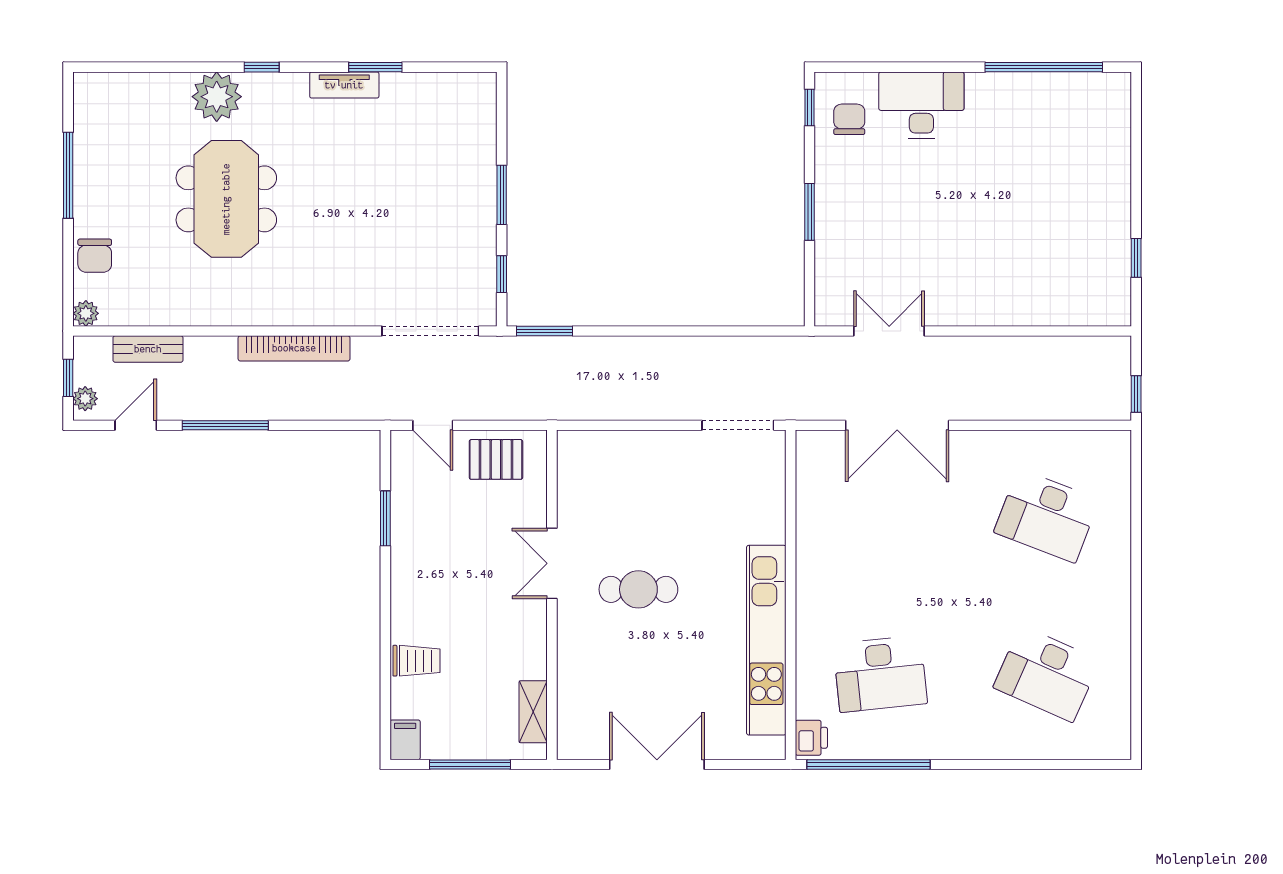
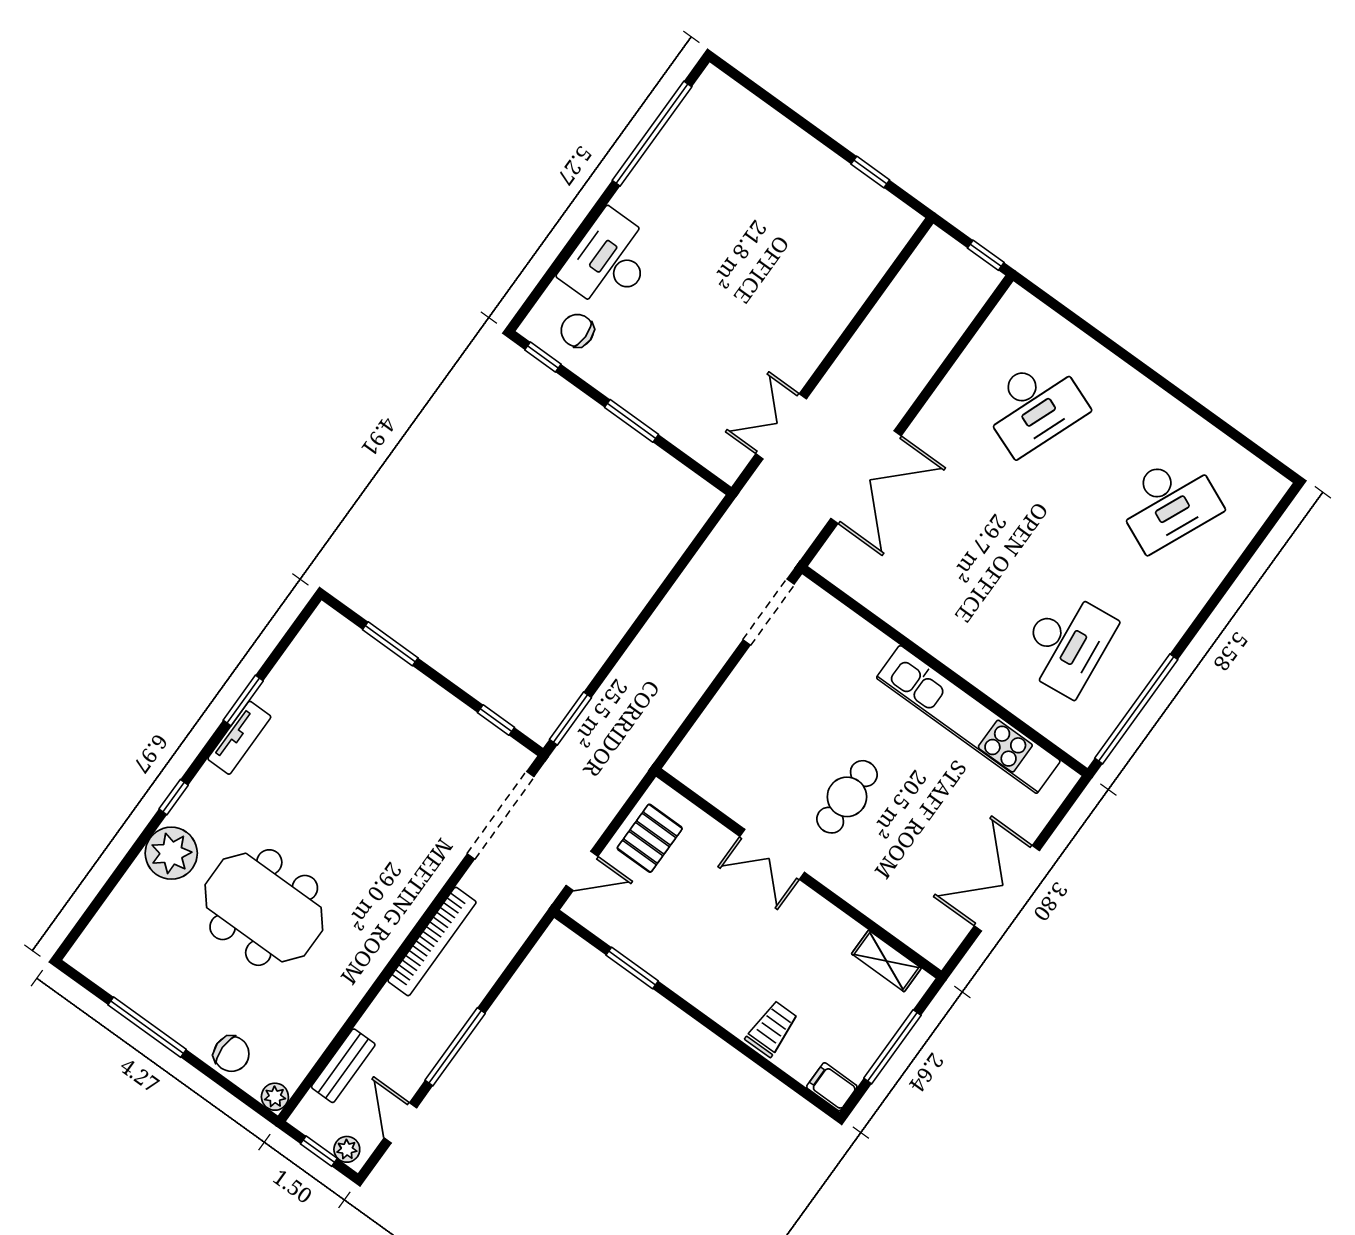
window: (502, 195) -> (390, 644), moved
printer: (811, 738) -> (1079, 741), removed

